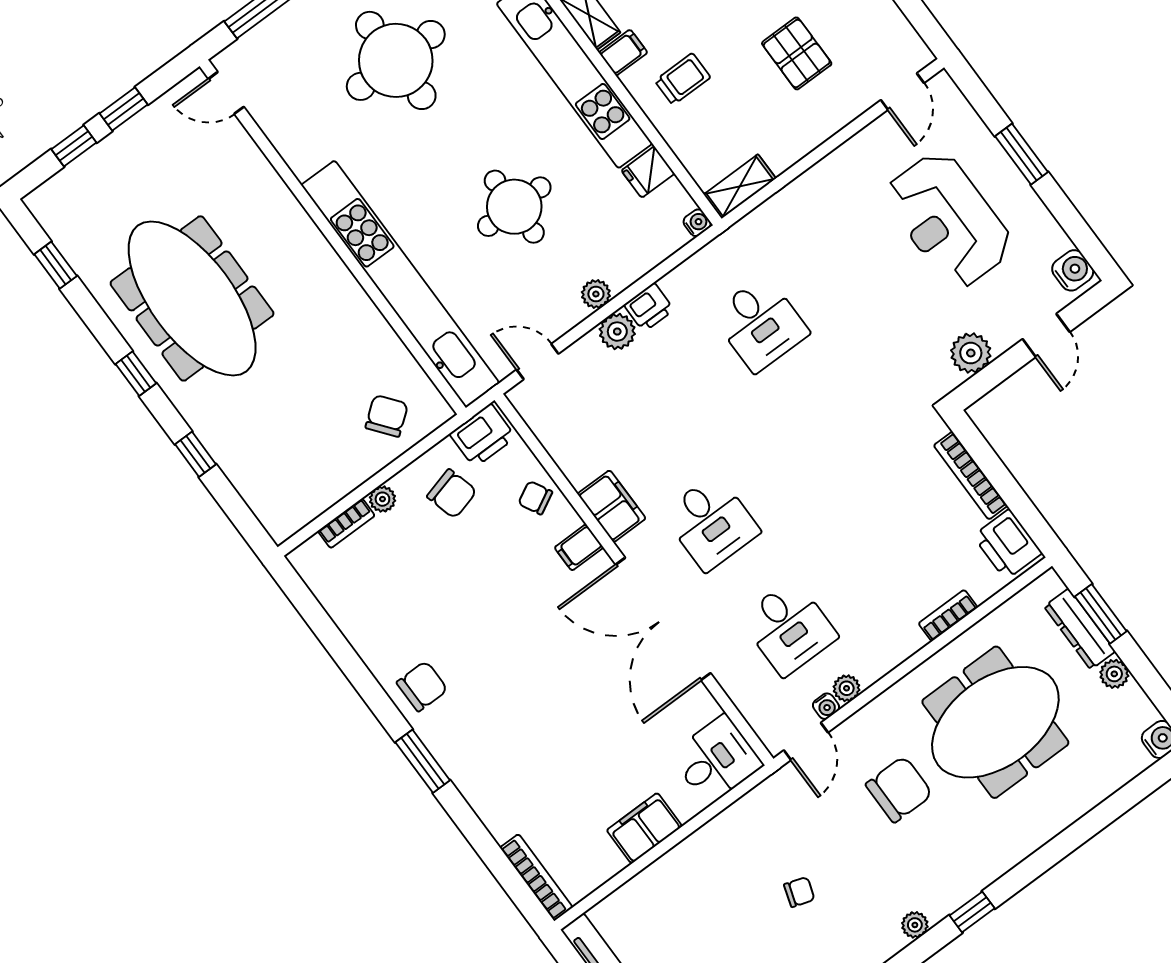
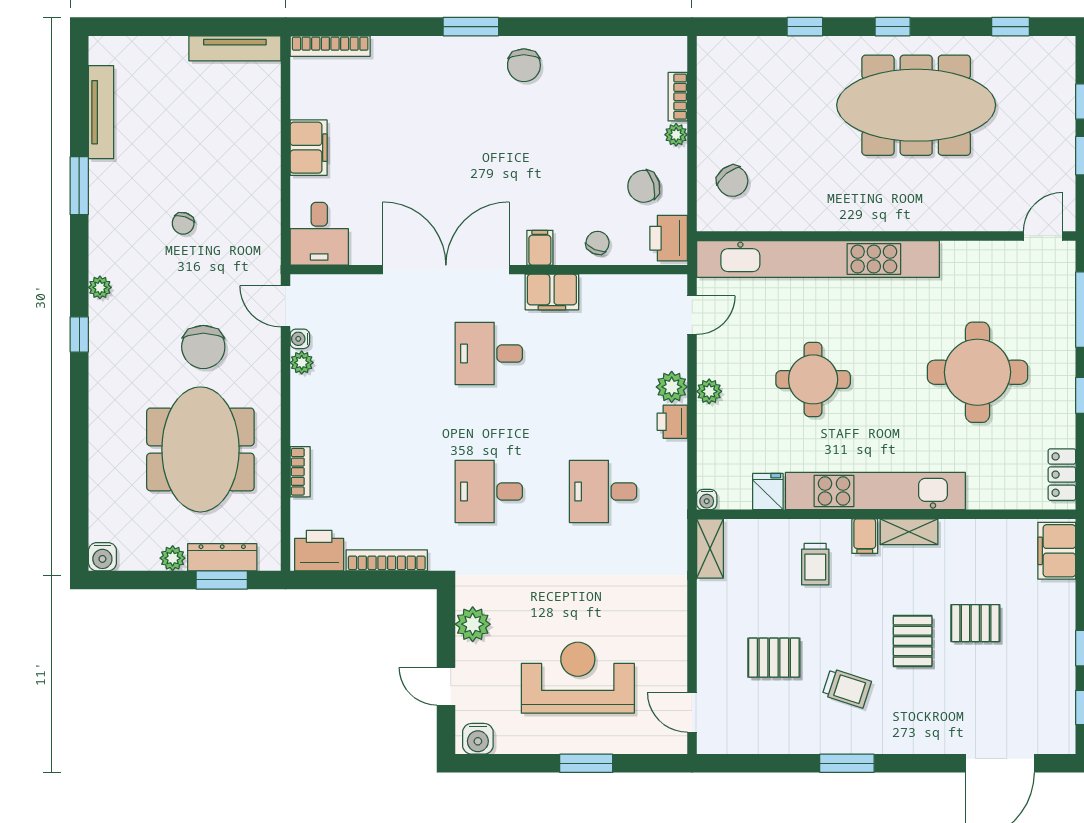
chair: (535, 498) -> (598, 243), turned -39
desk: (789, 627) -> (489, 491), moved

